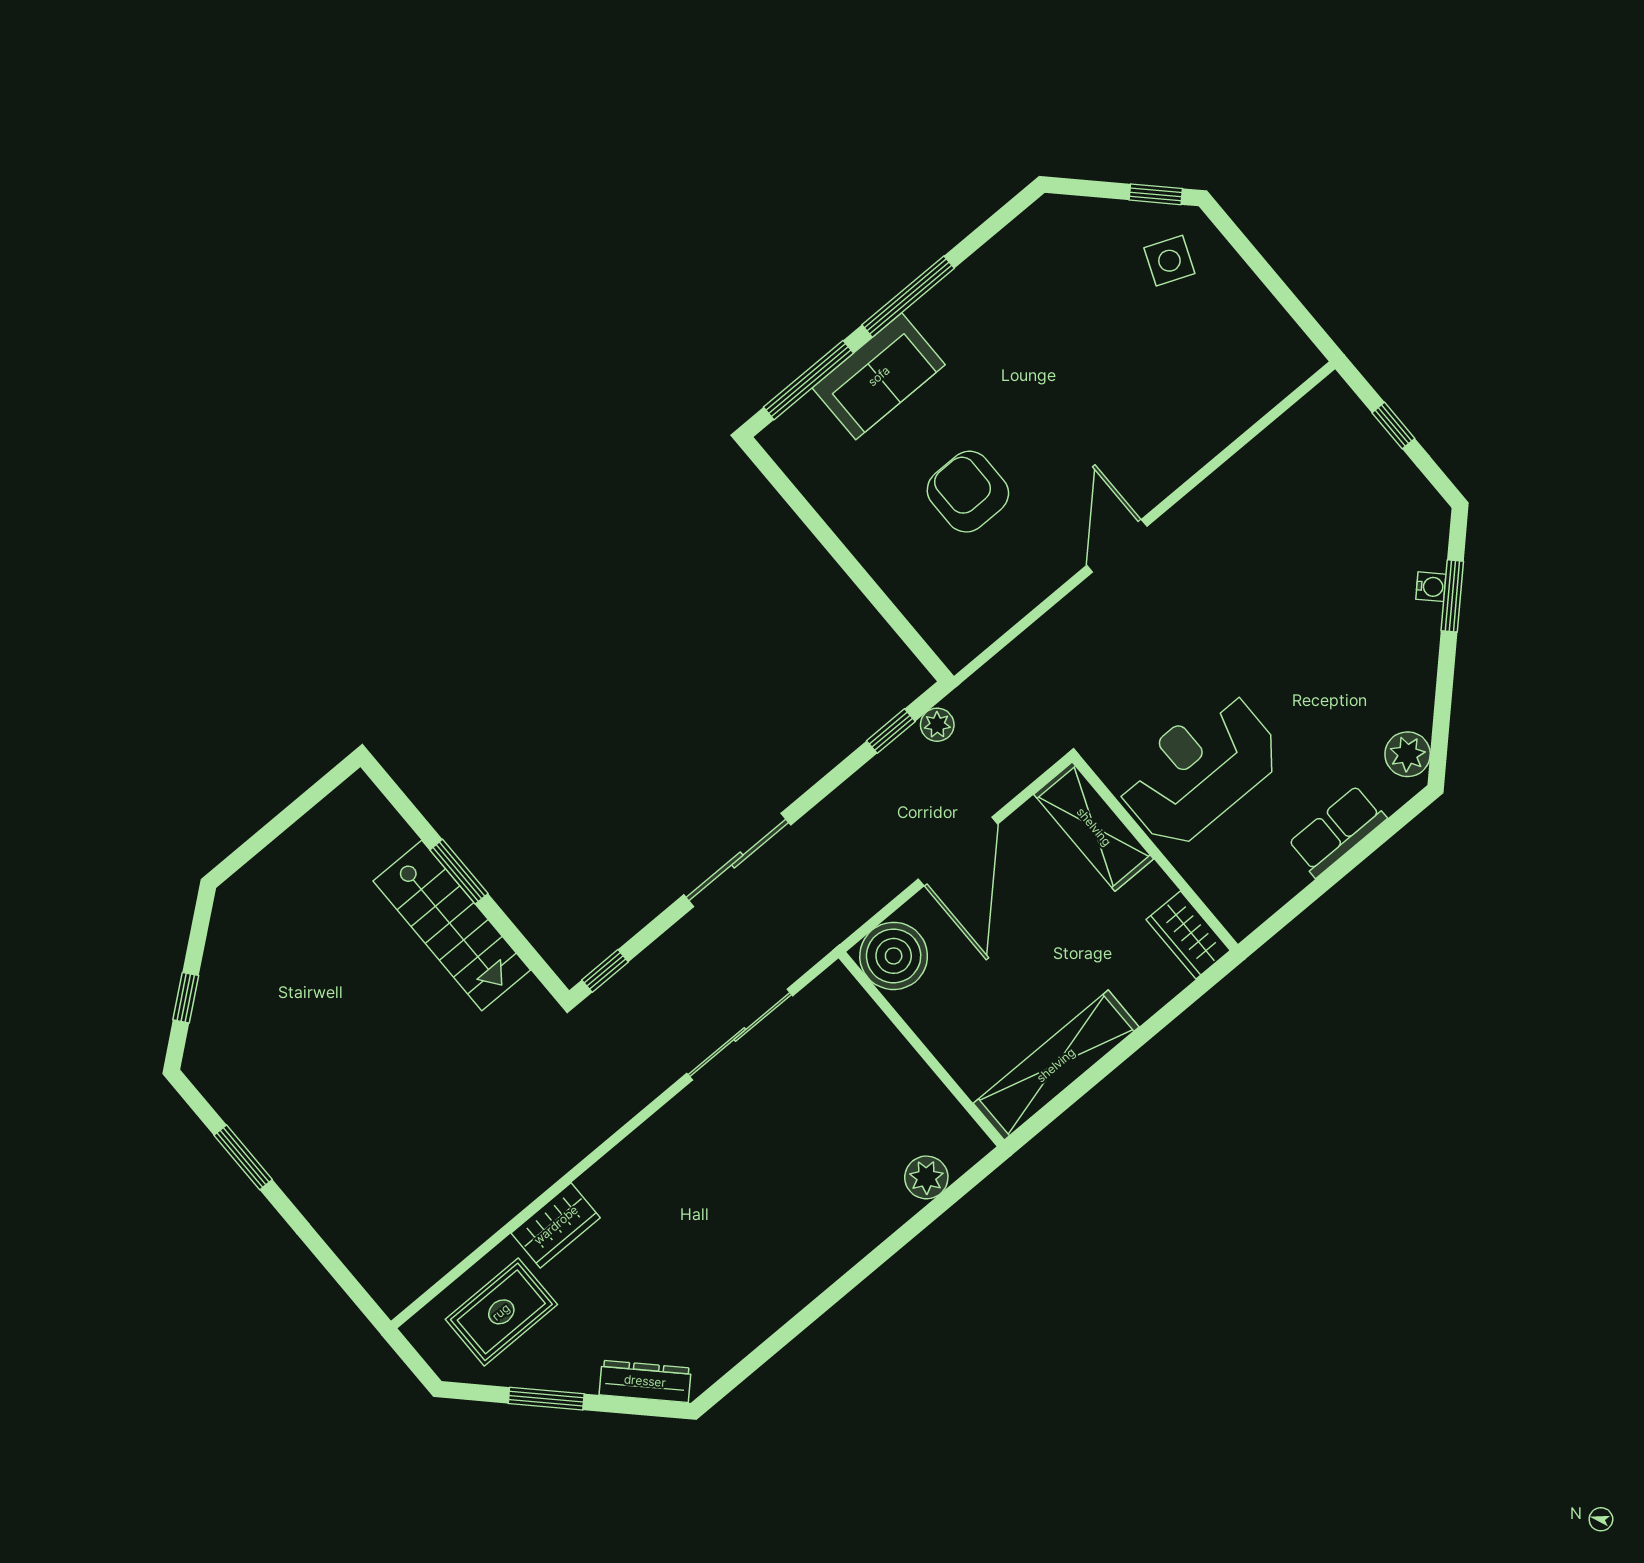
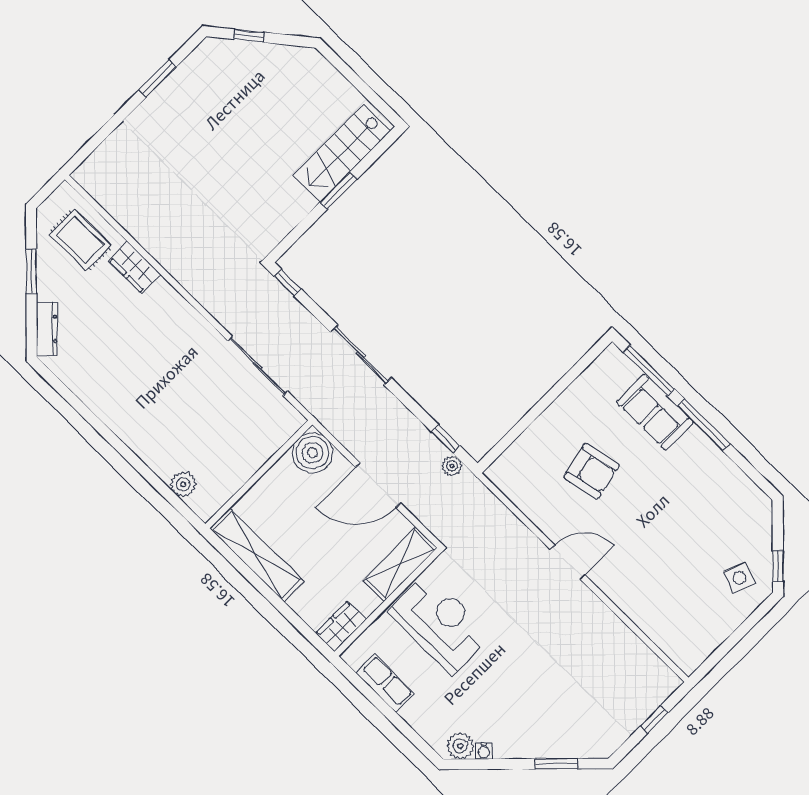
armchair: (968, 492) -> (592, 471), turned 78
water cooler: (1431, 587) -> (484, 751), moved
row of seats: (1337, 831) -> (385, 683), moved
stairs: (452, 926) -> (342, 153), moved

